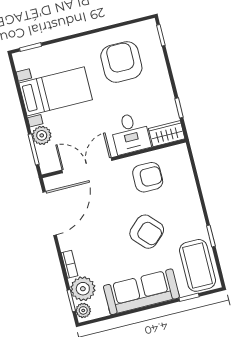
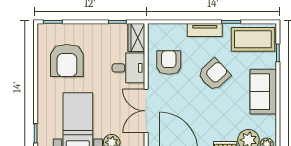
armchair: (121, 62) -> (67, 60), turned -90
tv unit: (194, 209) -> (205, 30), added
sofa: (141, 292) -> (263, 92), width x0.73

